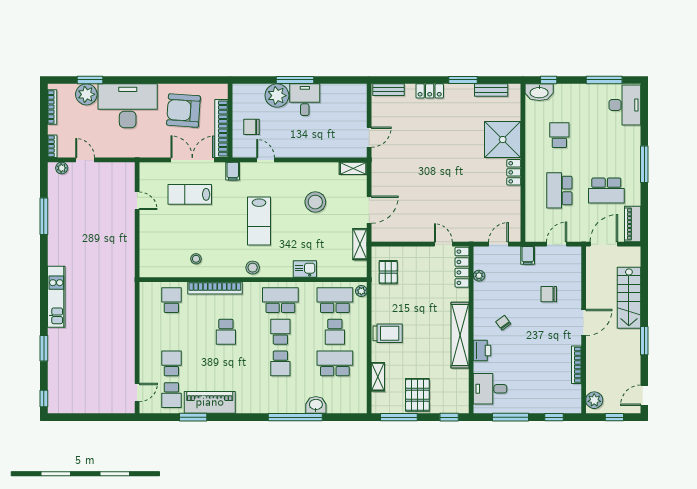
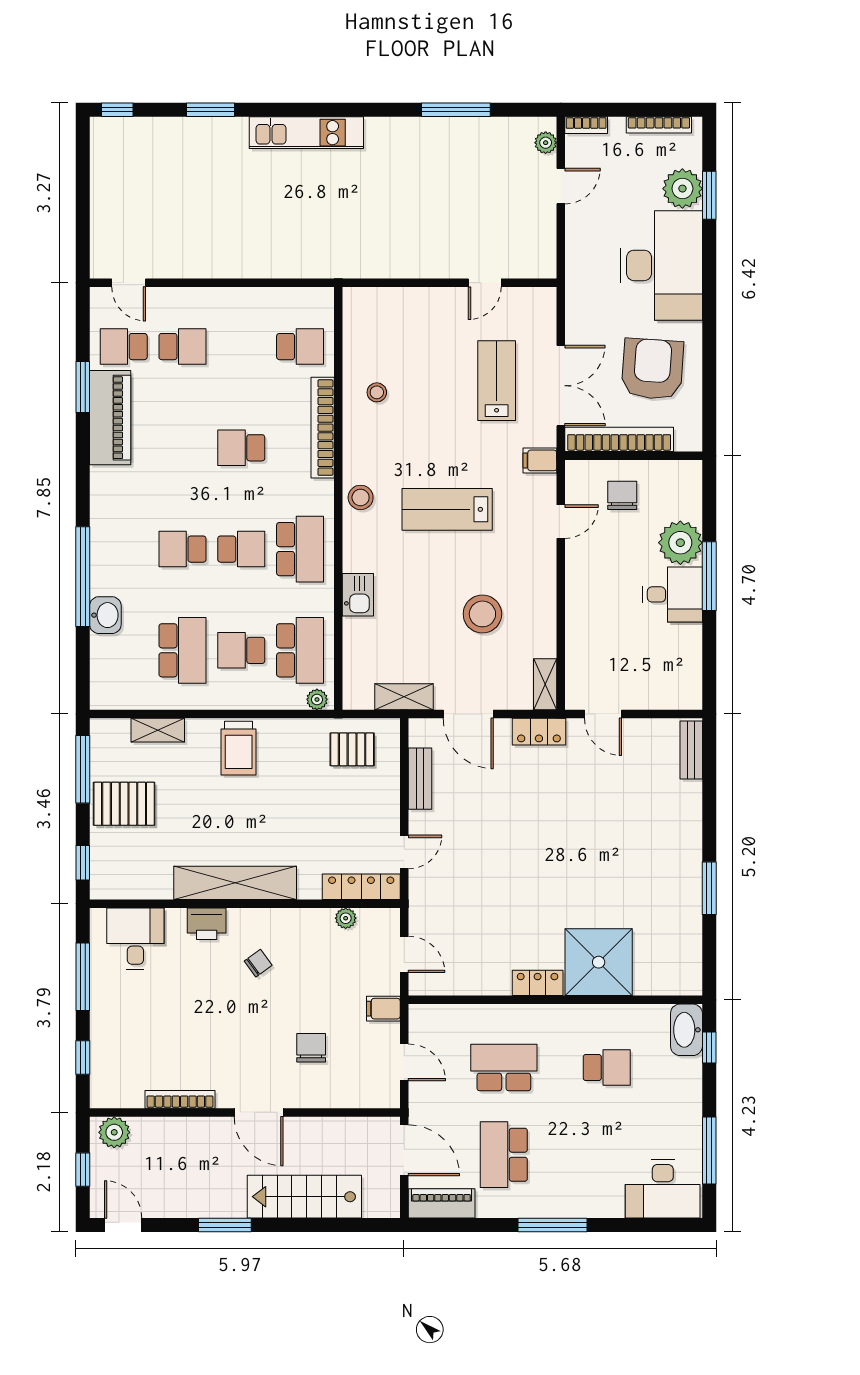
bench: (491, 90) -> (420, 779), moved
locker: (430, 91) -> (539, 732), moved, turned -90

